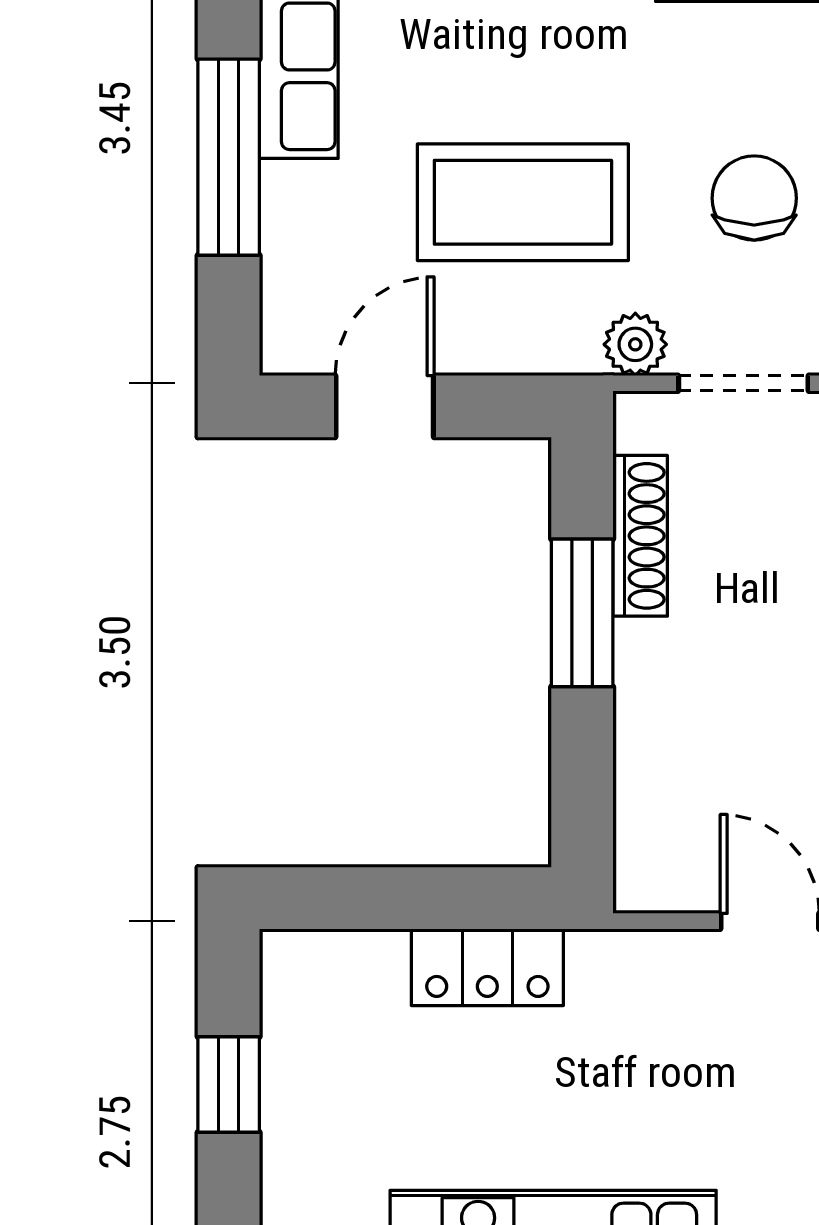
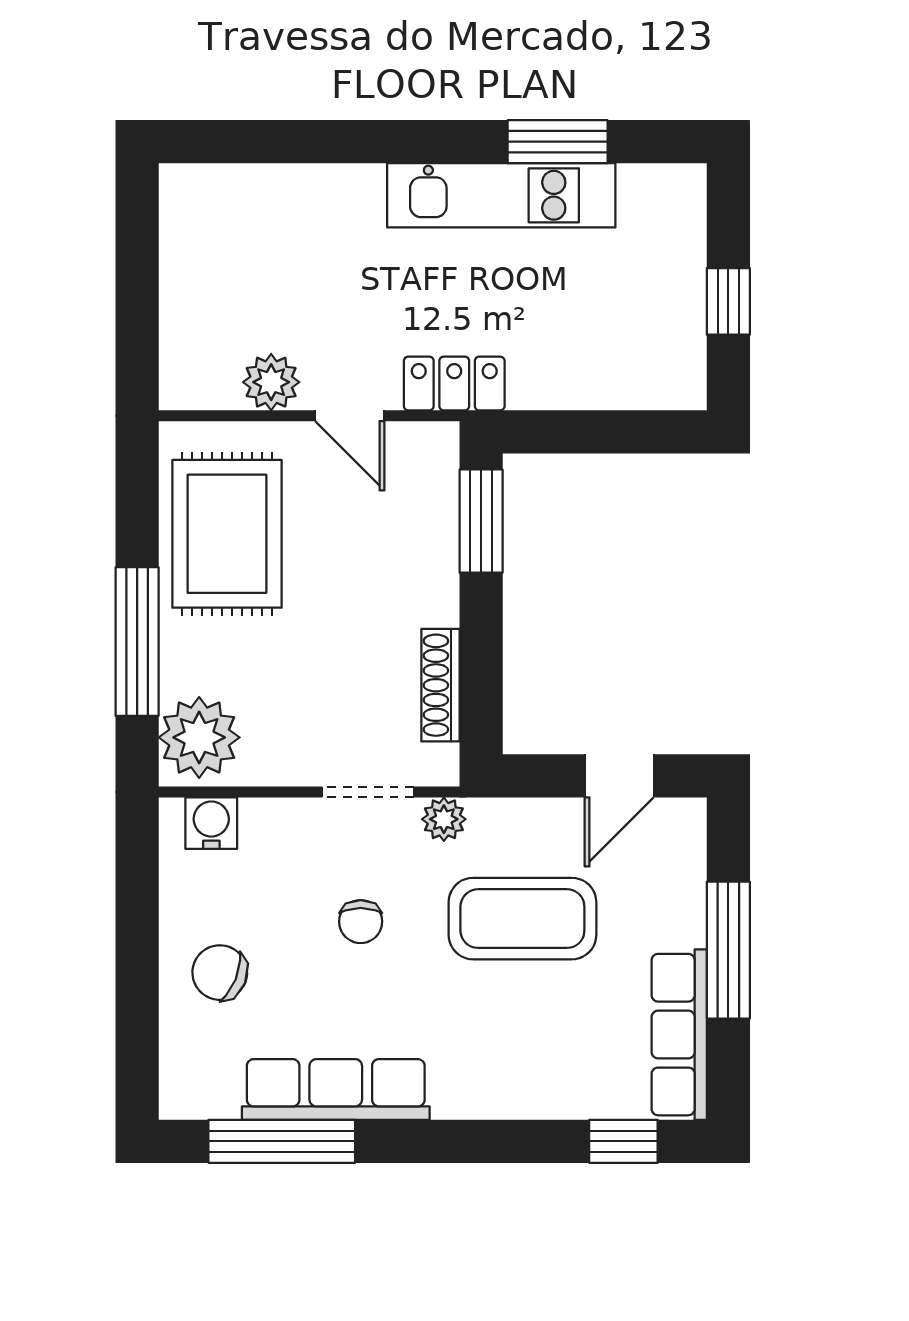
chair: (754, 198) -> (361, 922), width x0.73, depth x0.73
window: (582, 613) -> (481, 521), moved
locker: (487, 967) -> (454, 383), moved

